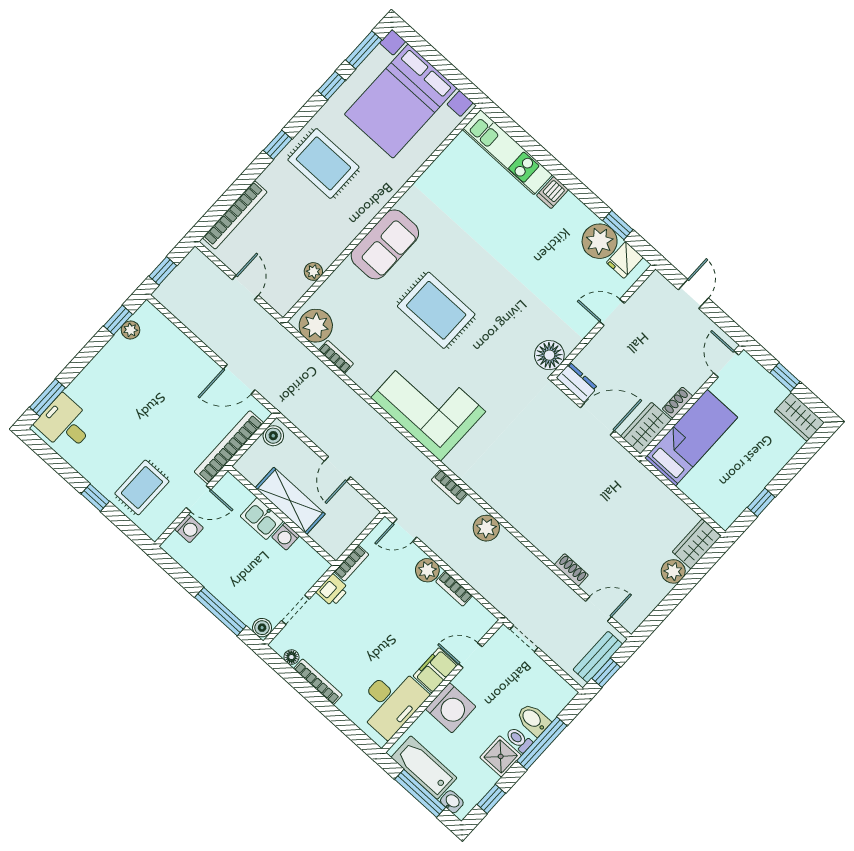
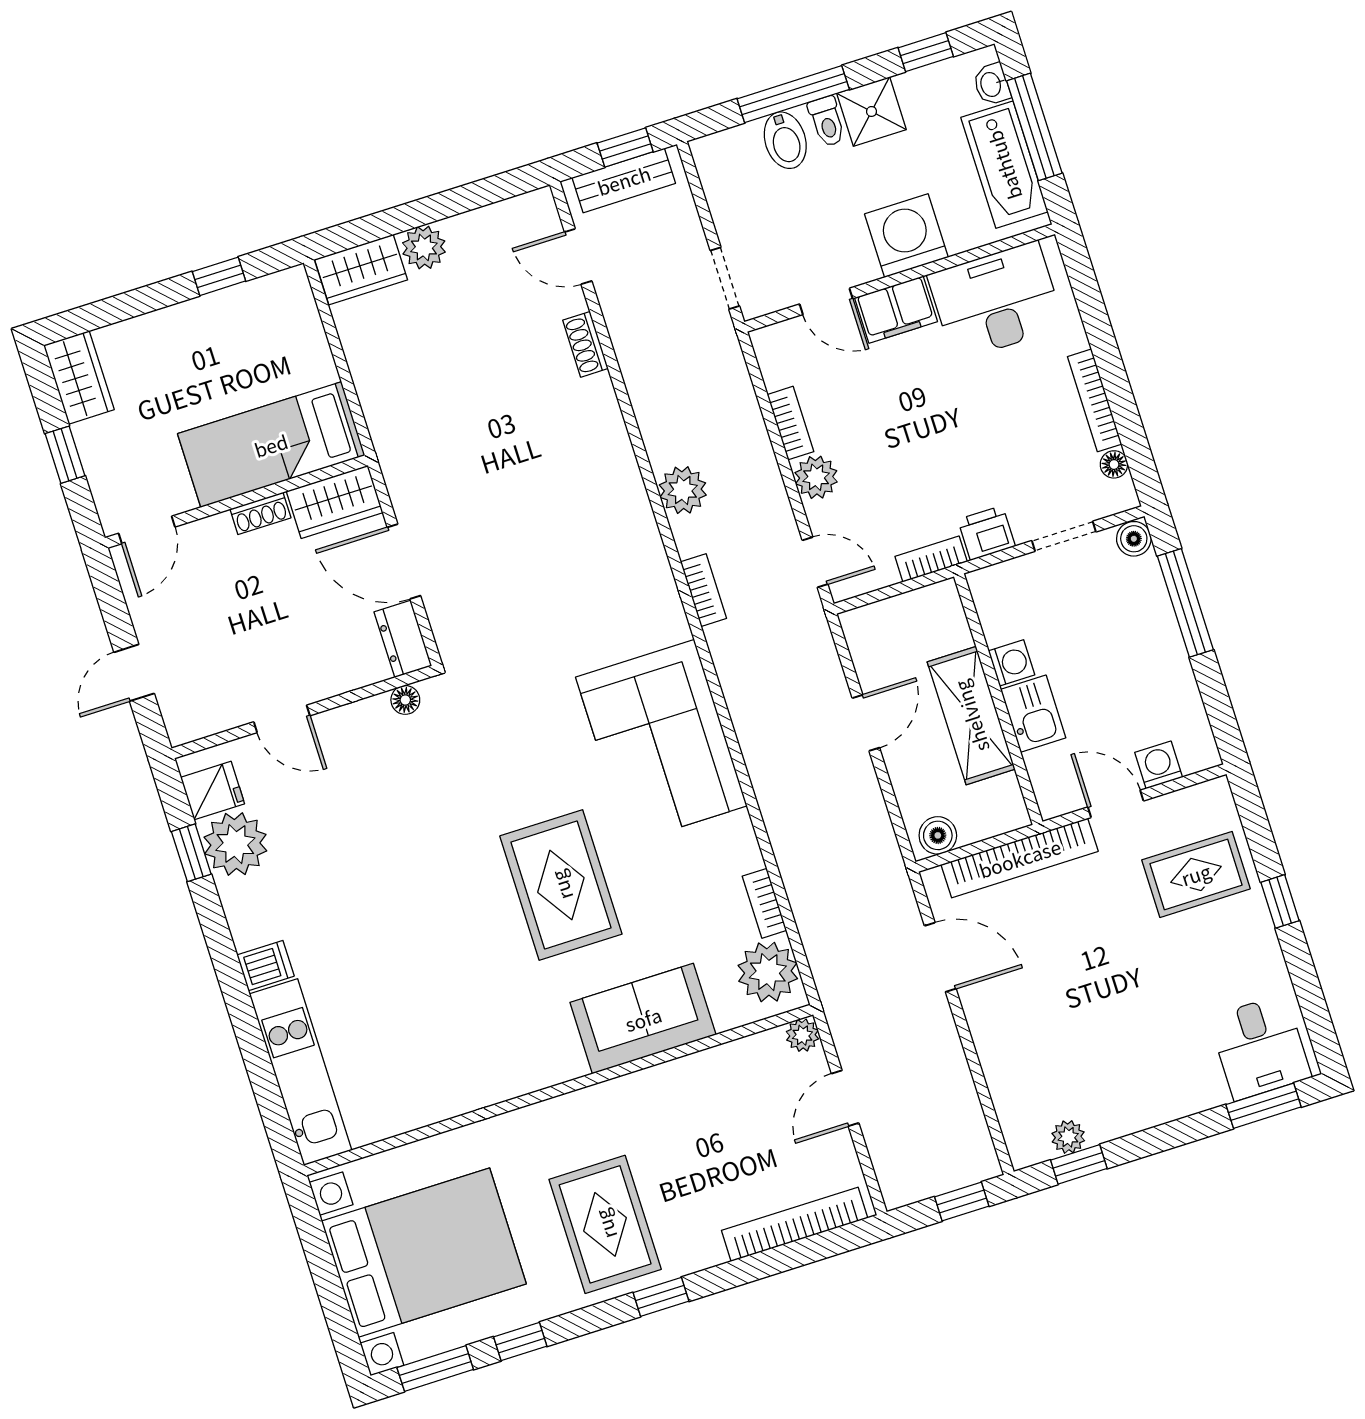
sofa: (385, 244) -> (643, 1019), moved
plant: (313, 271) -> (802, 1035), moved
floor lamp: (549, 355) -> (405, 700), width x0.53, depth x0.53

